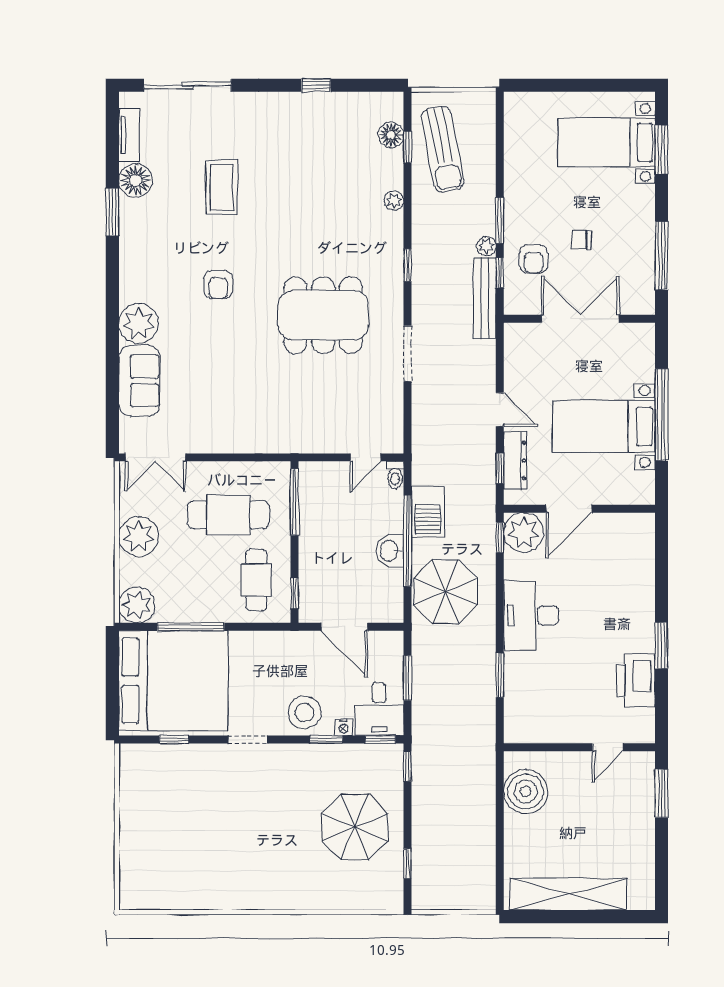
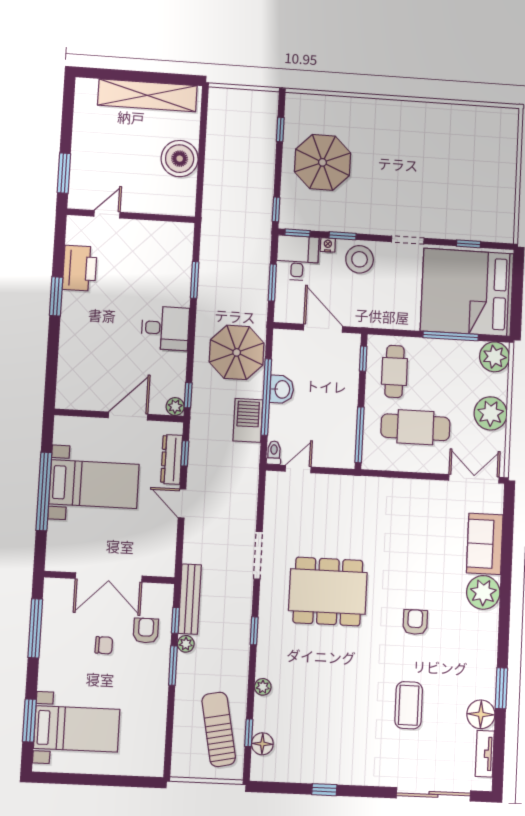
plant: (524, 532) -> (175, 407), width x0.53, depth x0.53
desk: (531, 615) -> (165, 328), width x0.73
boiler: (526, 791) -> (180, 159), moved

